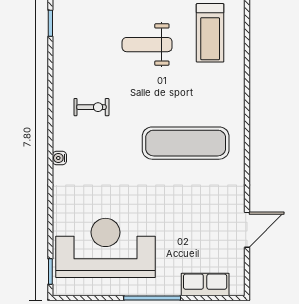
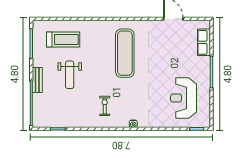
reception desk: (105, 248) -> (184, 98), width x0.74, depth x0.77

